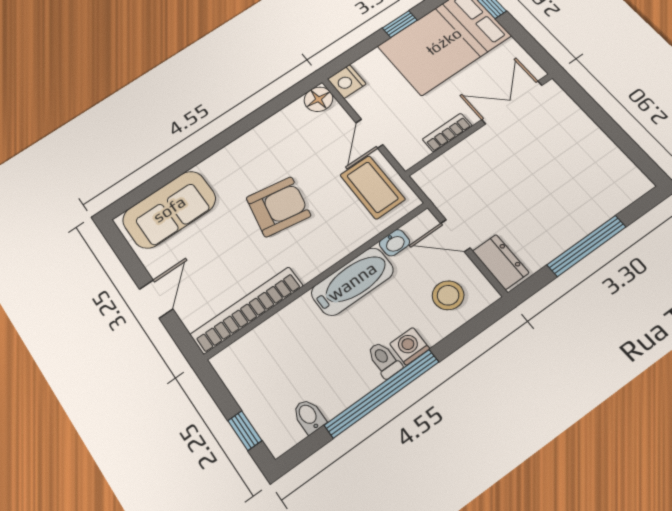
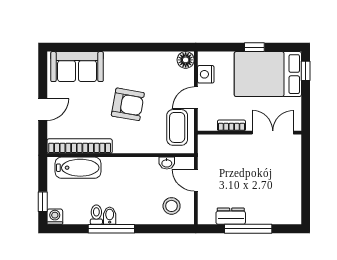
nightstand: (347, 82) -> (206, 74), moved
dresser: (501, 262) -> (231, 216), moved, turned -90
bathtub: (352, 281) -> (78, 168), moved
washing machine: (410, 346) -> (55, 217), moved
toilet: (384, 360) -> (96, 215), moved
window: (382, 393) -> (111, 229), width x0.68
bidet: (309, 416) -> (110, 216), moved

